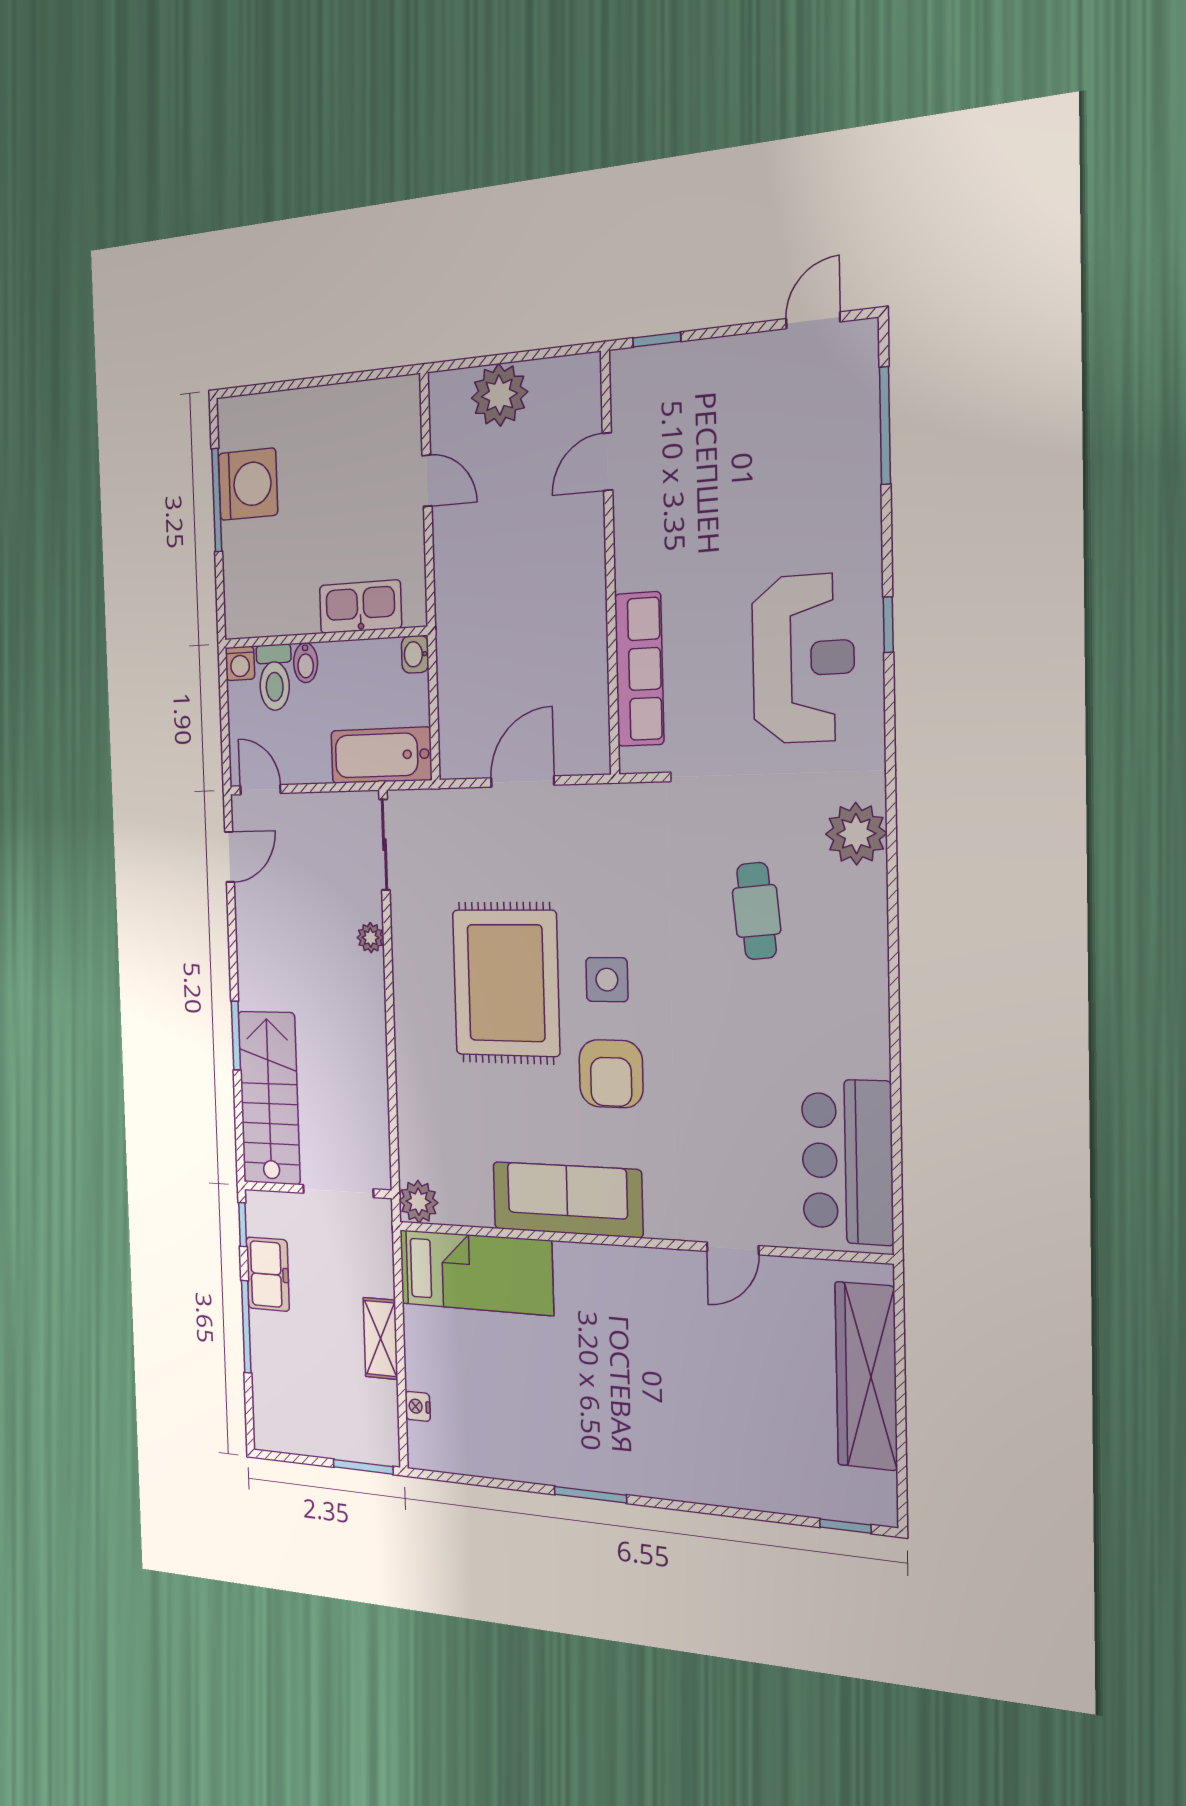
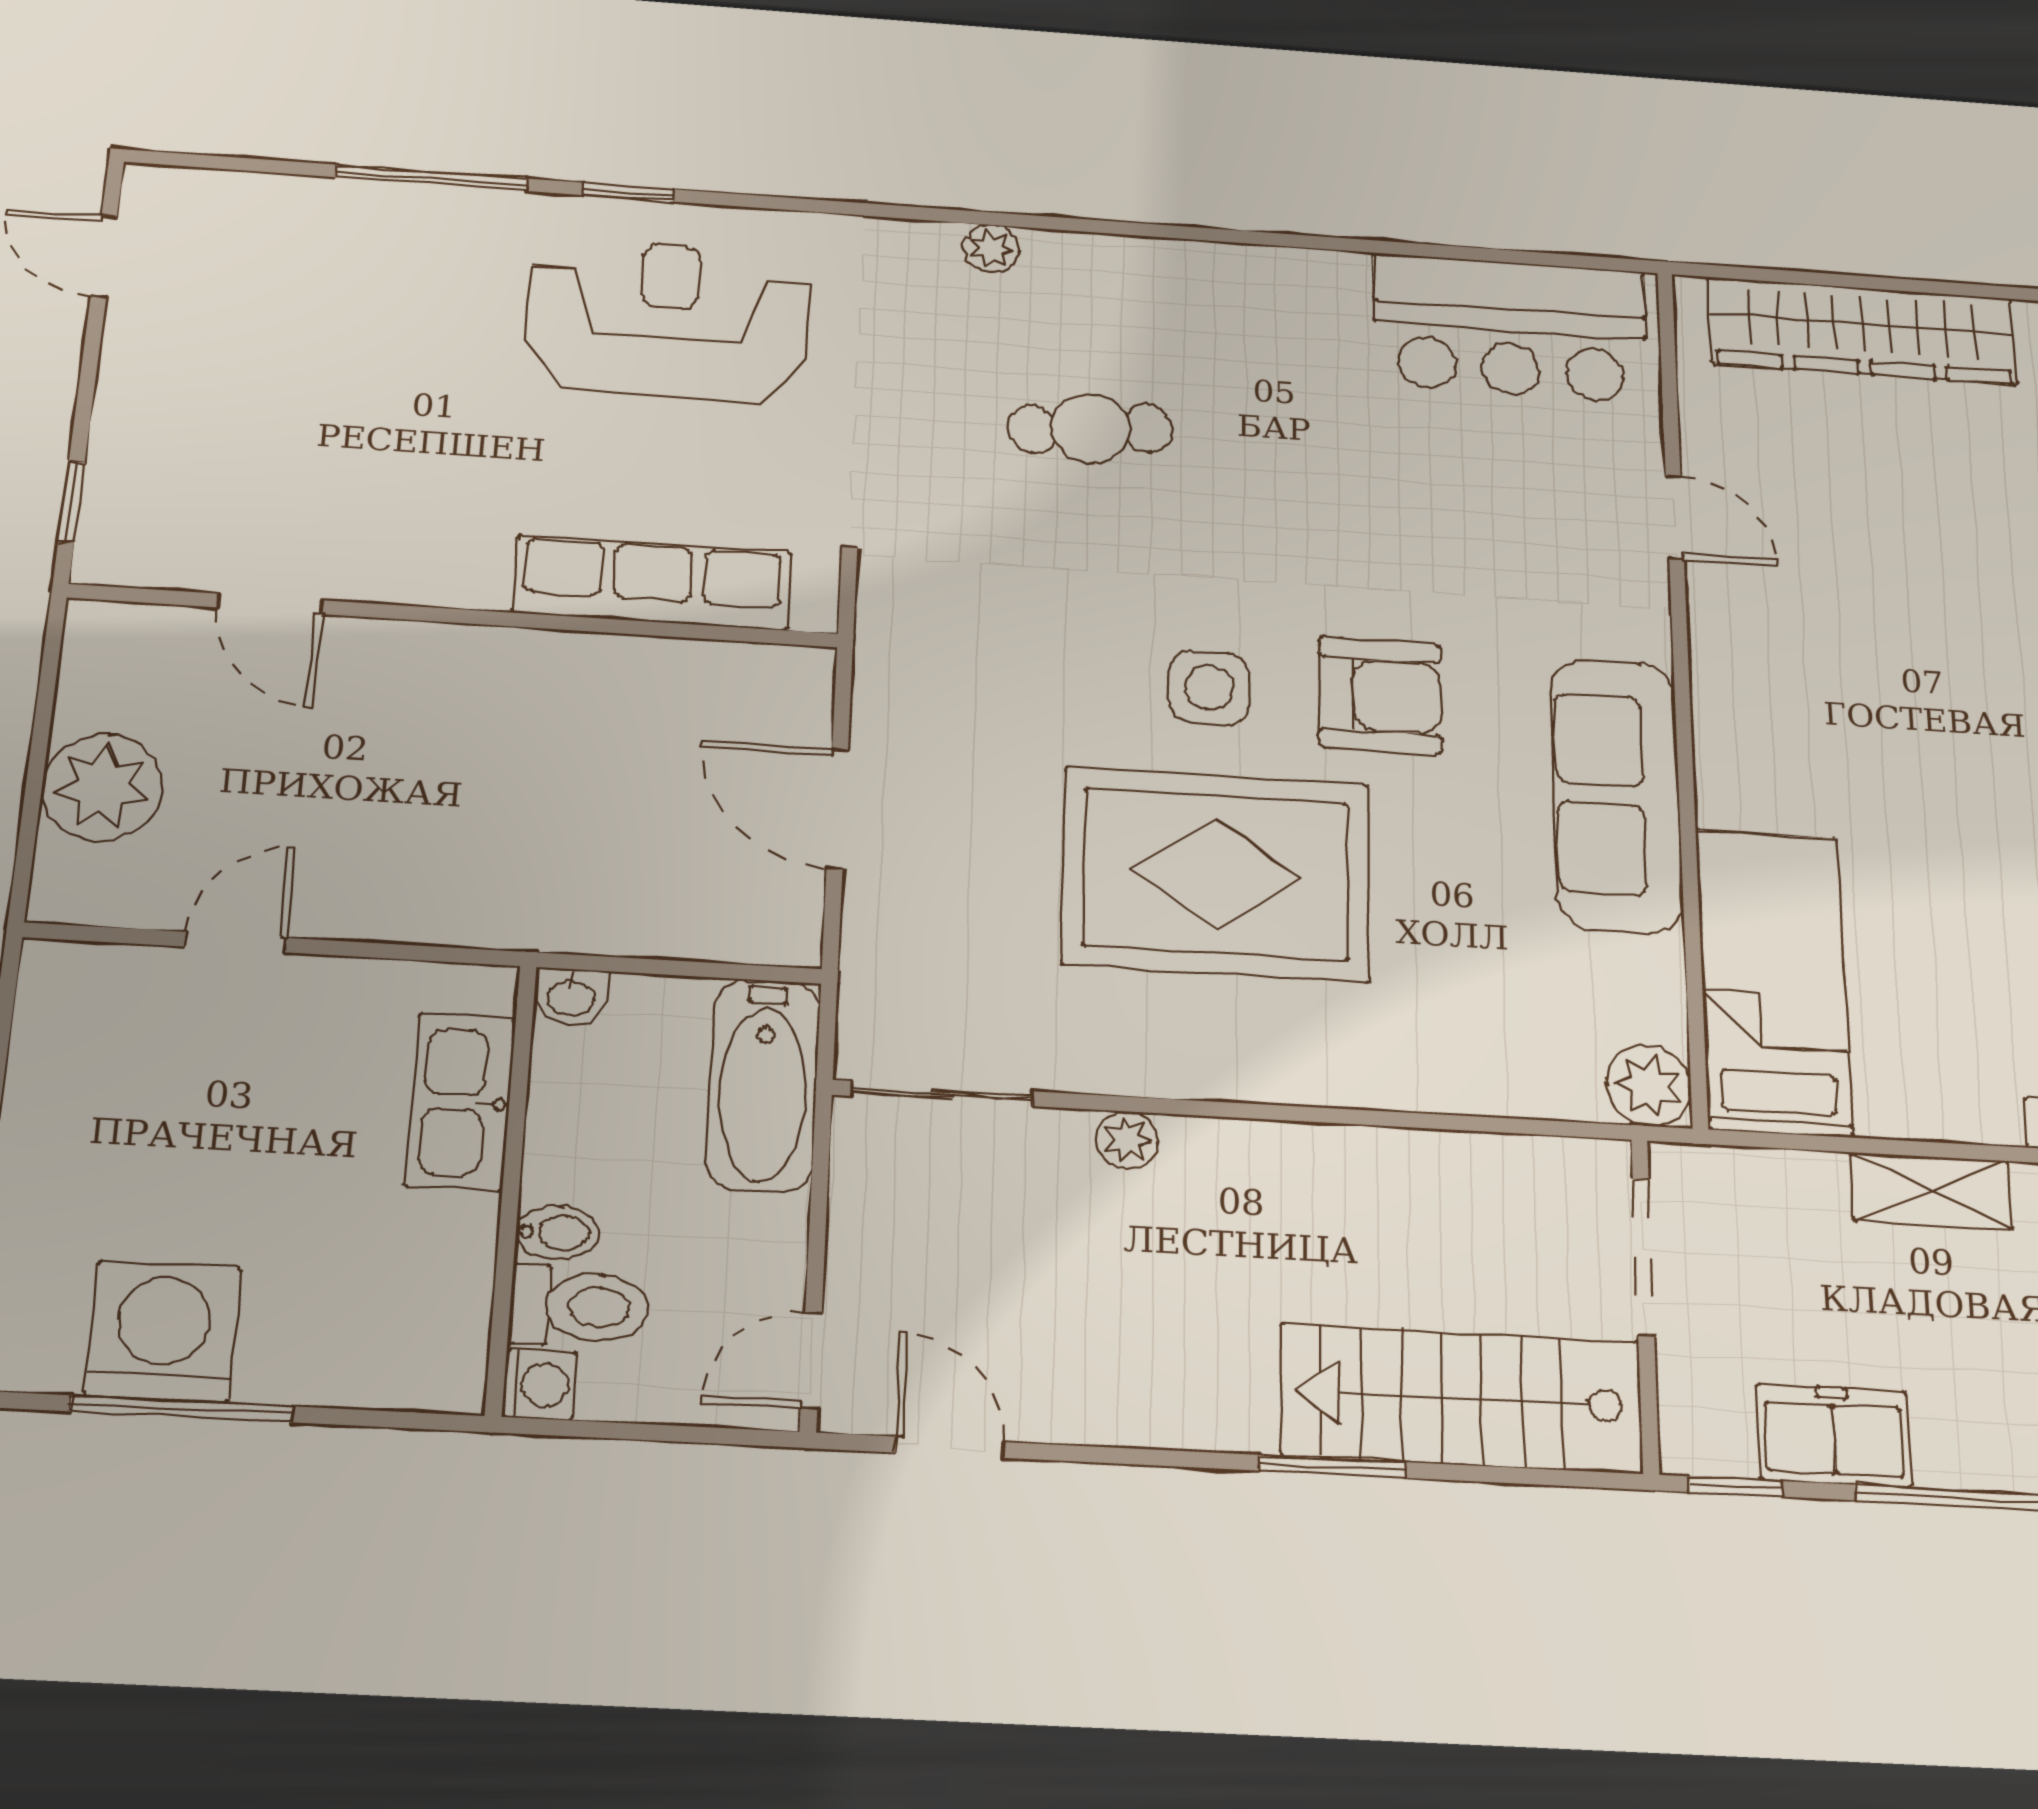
window: (885, 426) -> (431, 178), moved
plant: (856, 834) -> (992, 249), width x0.53, depth x0.53

